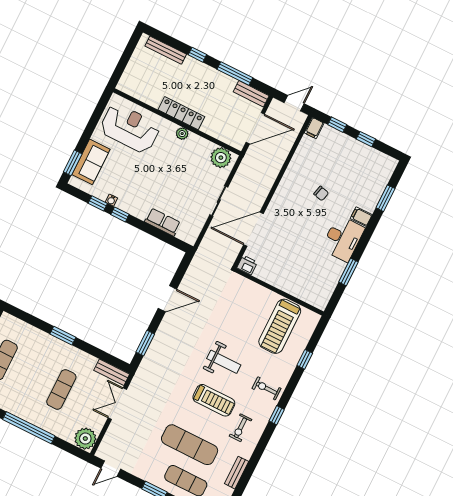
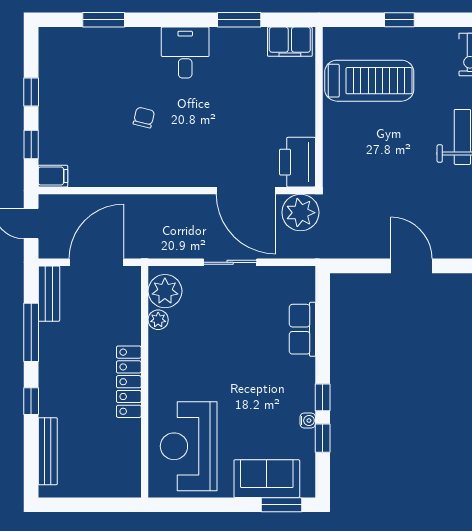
door: (255, 128) -> (97, 262), hinge flipped
plant: (182, 134) -> (158, 320), moved
filing cabinet: (361, 217) -> (290, 42), moved, width x2.00
desk: (343, 239) -> (185, 53), width x0.73
plant: (227, 253) -> (300, 213), added
printer: (247, 265) -> (298, 162), width x1.87, depth x1.48

